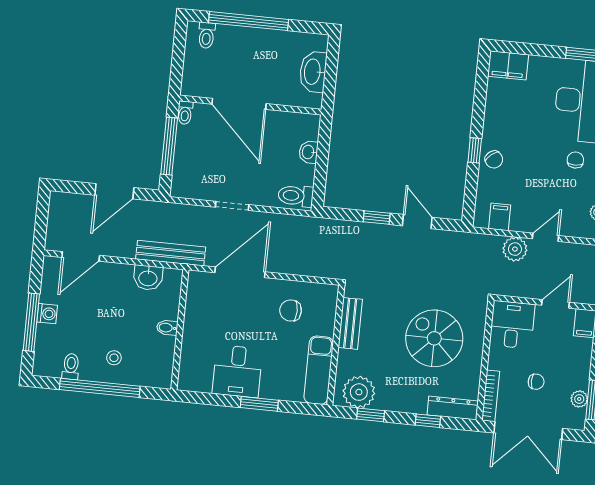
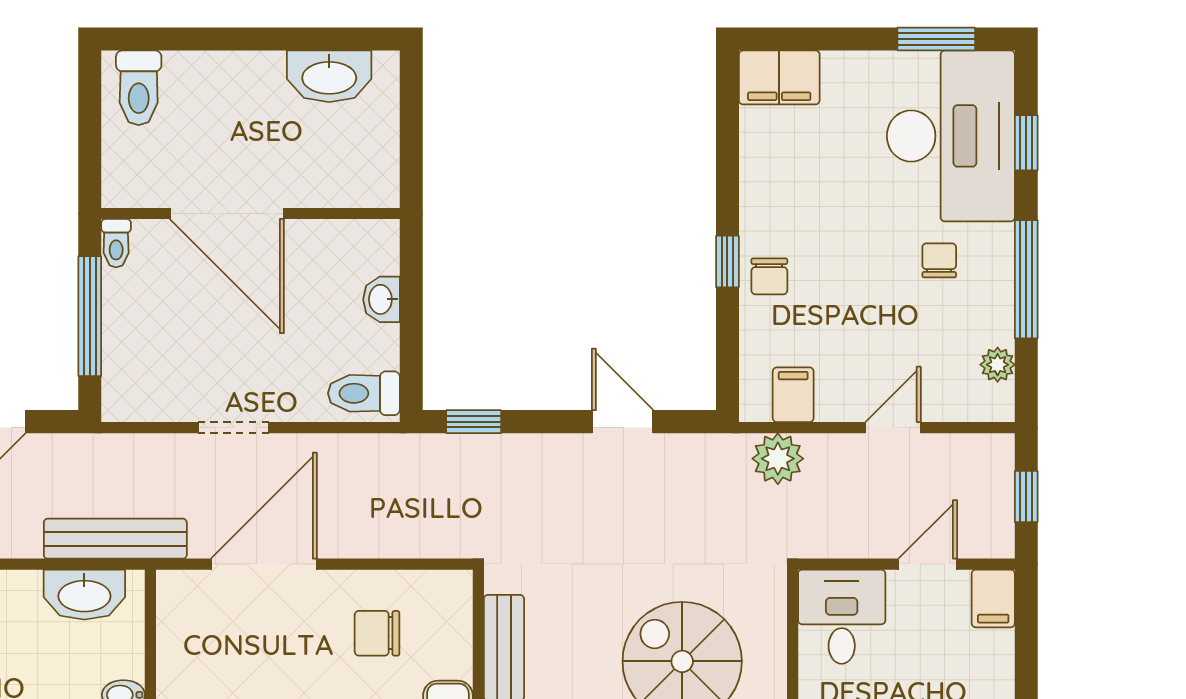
window: (249, 21) -> (229, 39), removed
toilet: (207, 35) -> (139, 88), width x1.37, depth x1.39
washbasin: (313, 72) -> (329, 76), moved, turned -90
chair: (494, 159) -> (769, 276), turned 40
window: (377, 217) -> (474, 422), moved
plant: (515, 249) -> (778, 459), moved
washbasin: (148, 278) -> (84, 595), width x1.38

